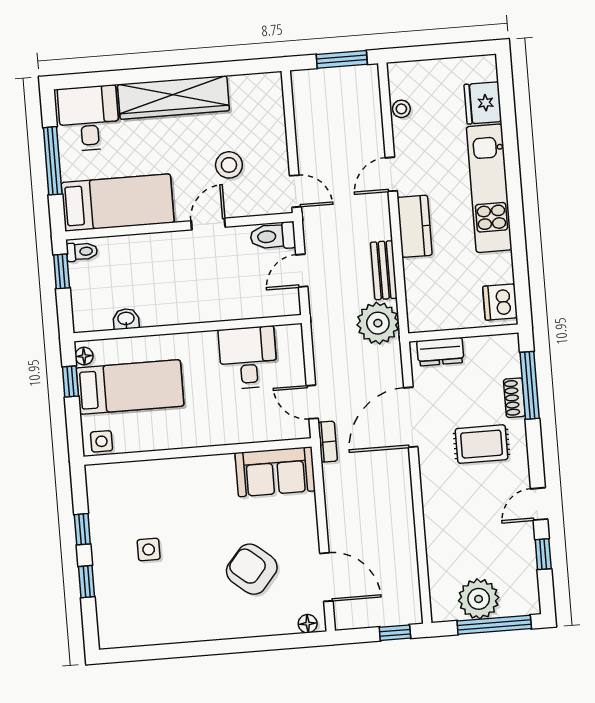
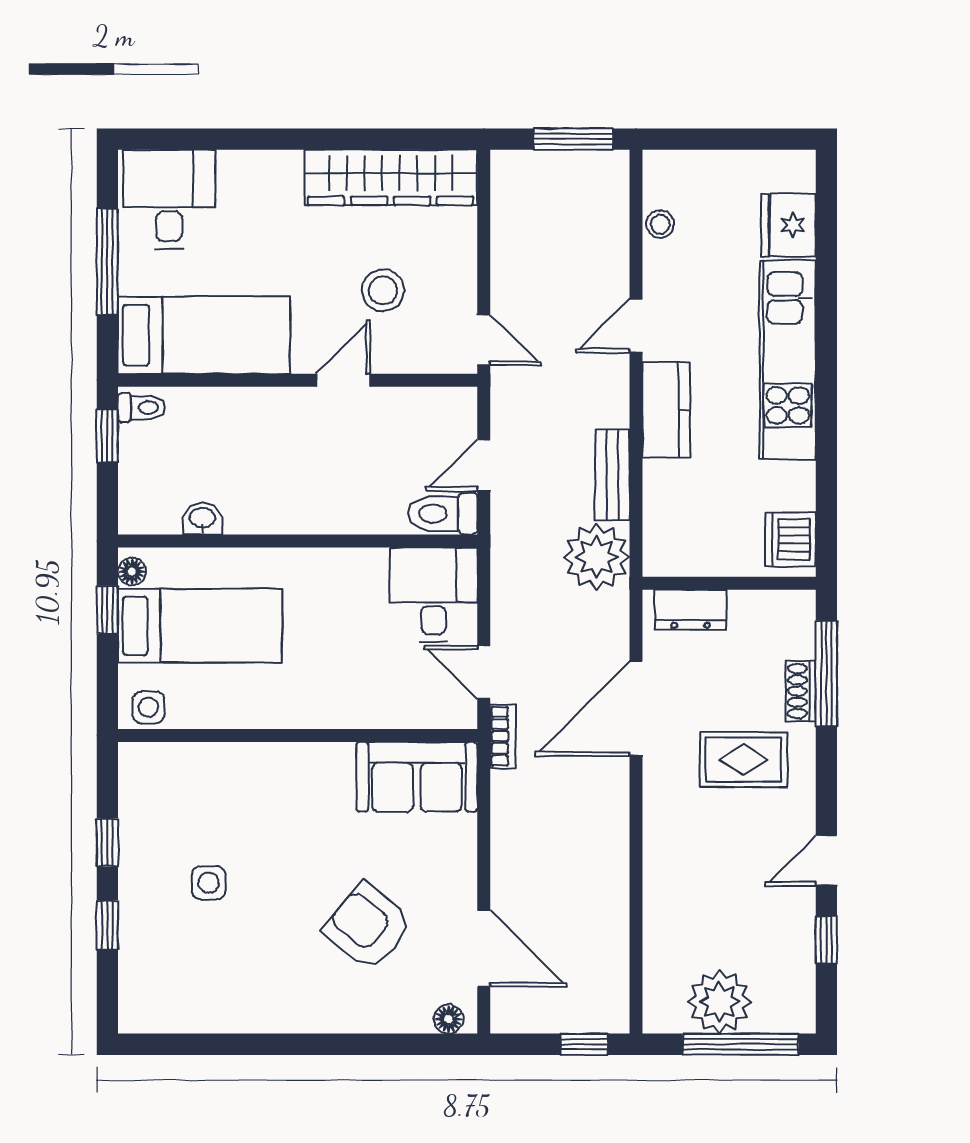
wardrobe: (173, 97) -> (391, 178), moved
toilet: (273, 236) -> (443, 514), moved
desk: (248, 358) -> (434, 595), moved

